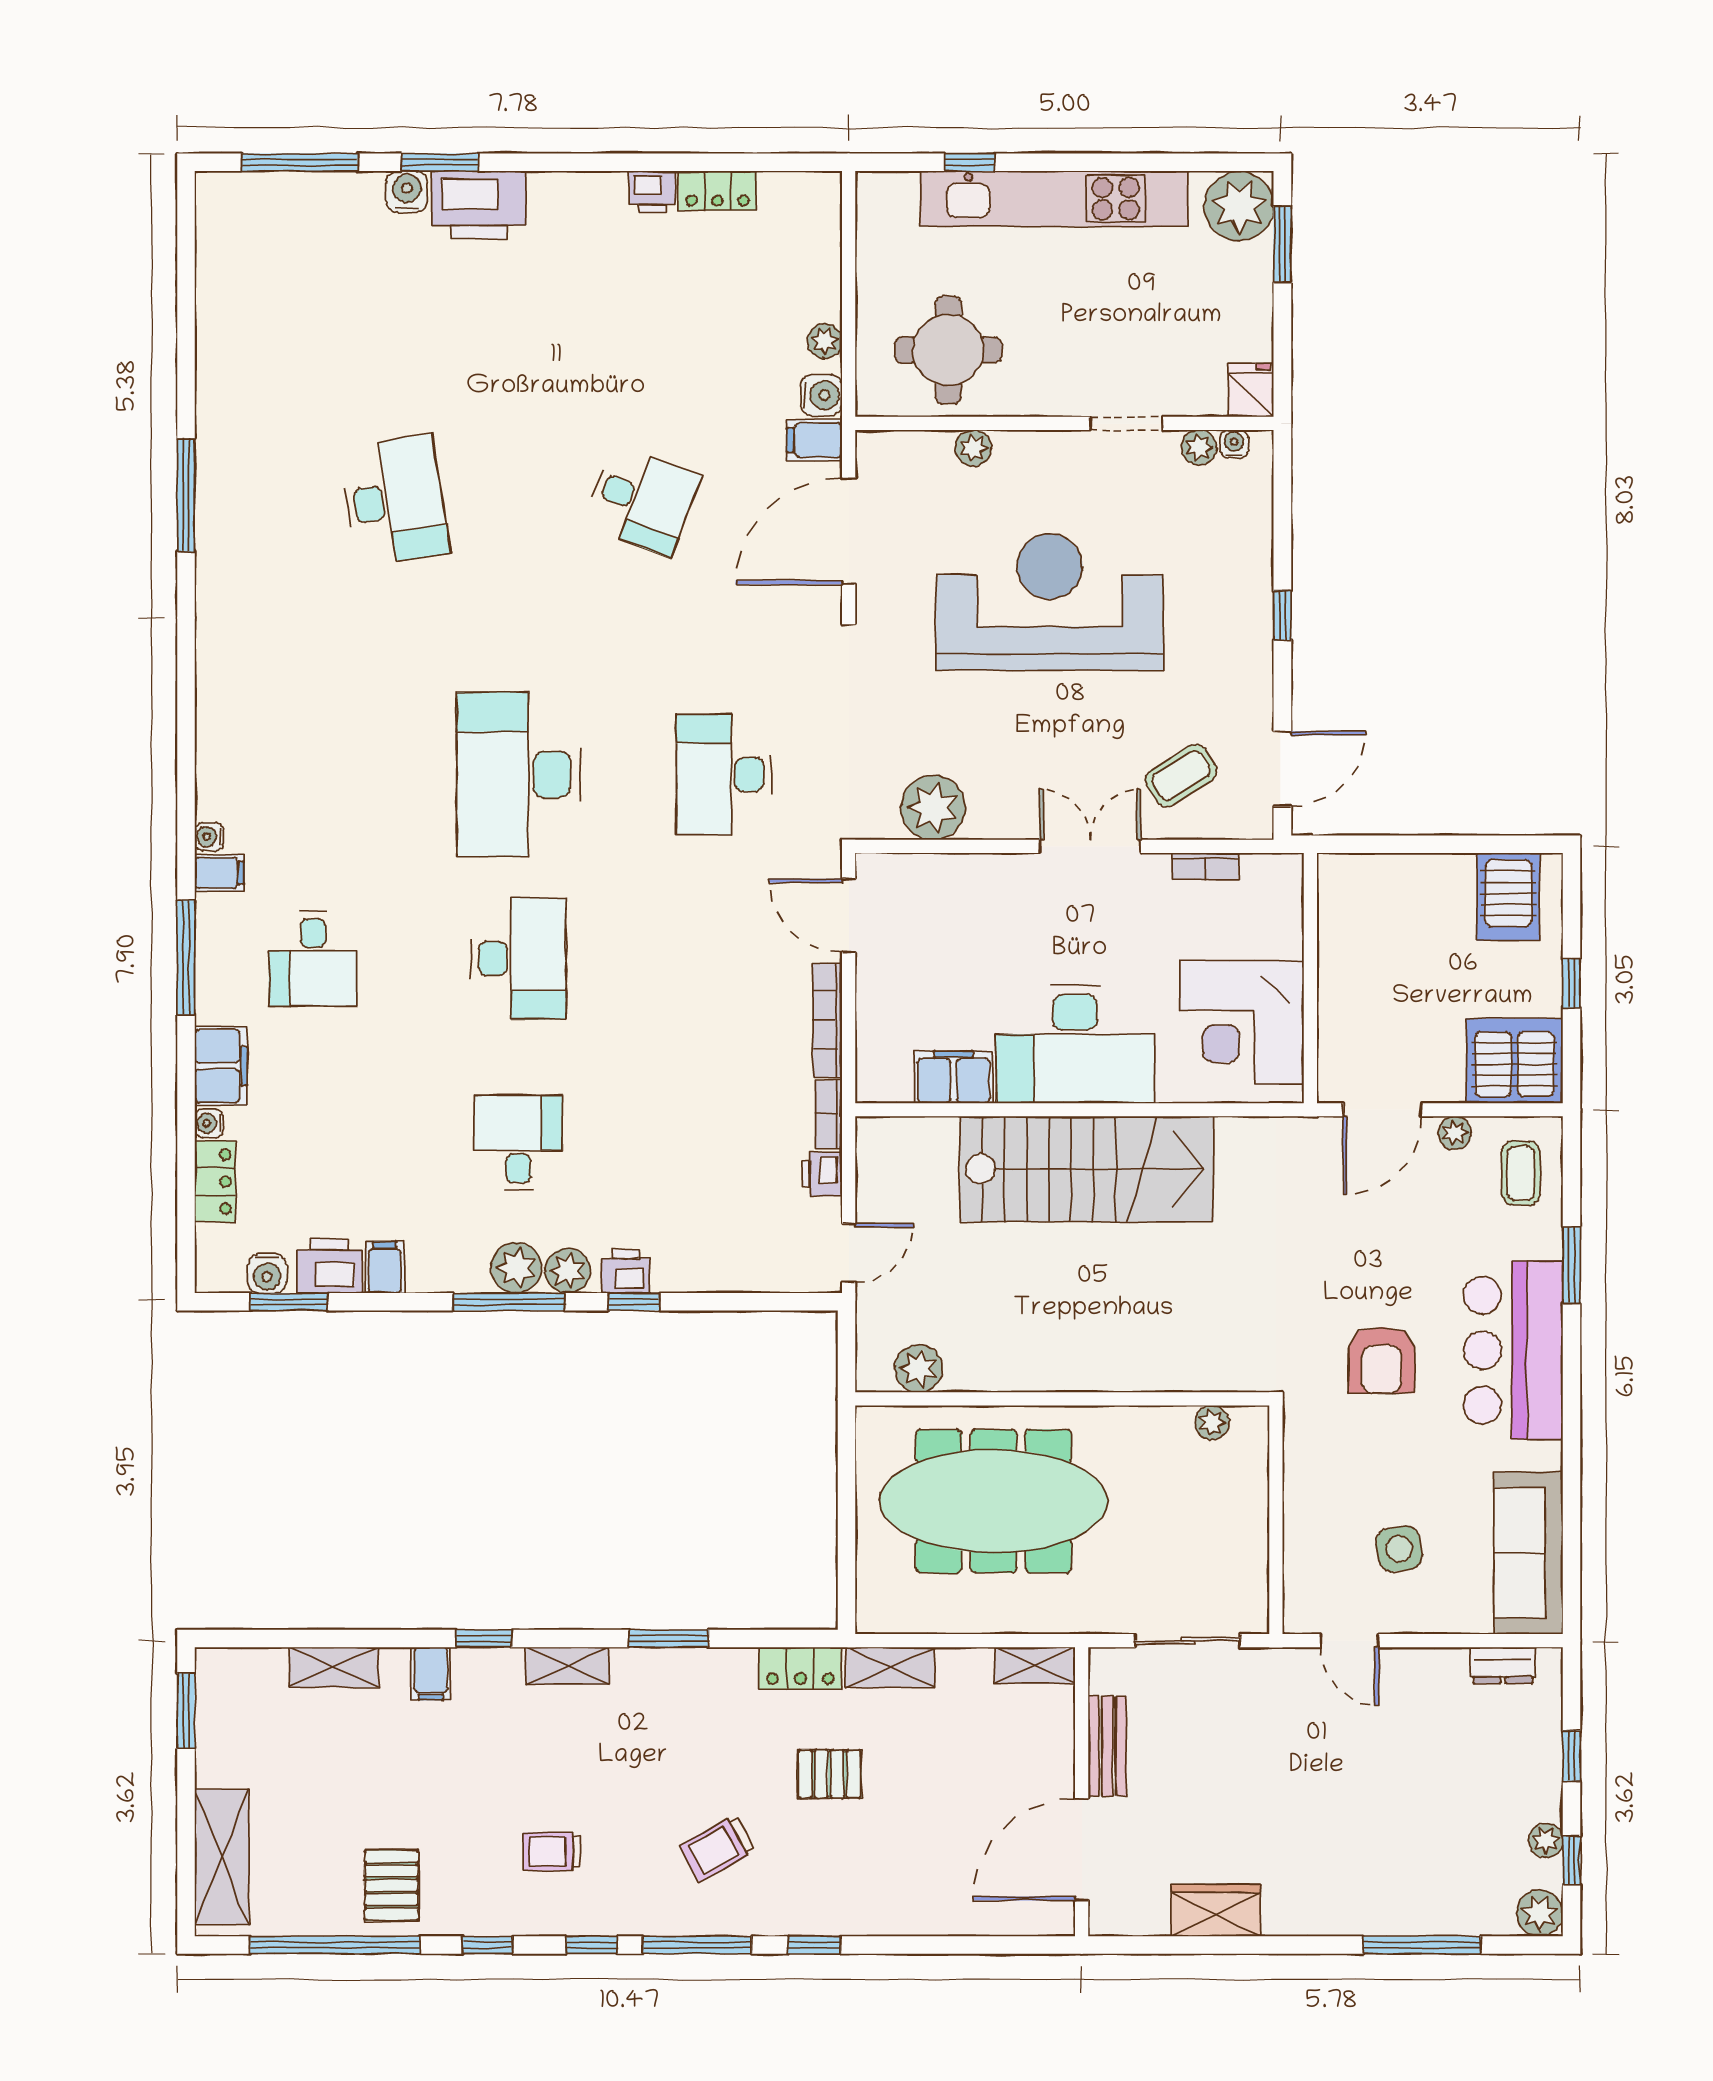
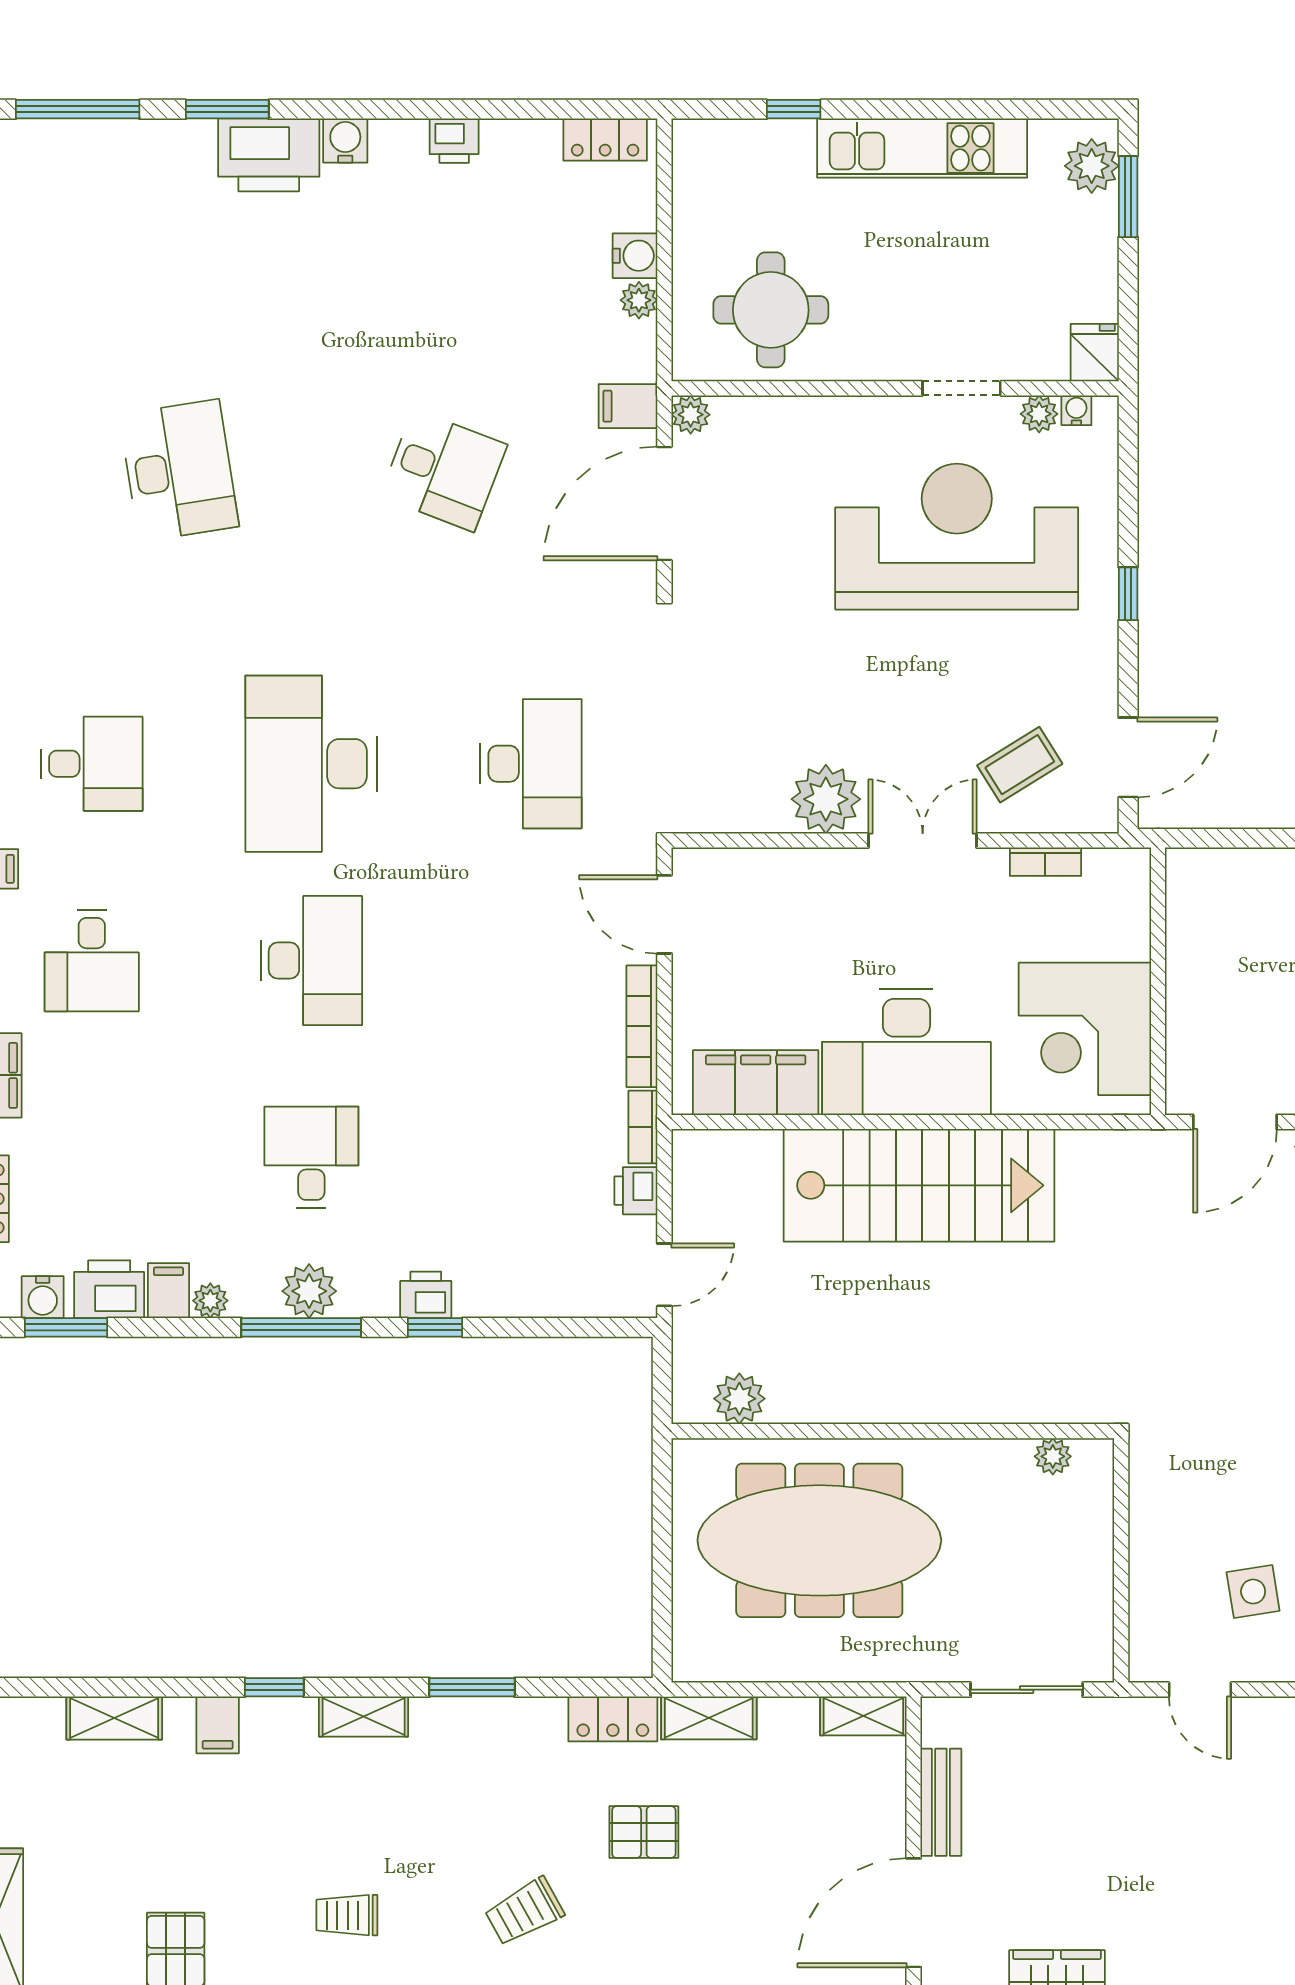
locker: (717, 191) -> (605, 140), moved
water cooler: (407, 192) -> (345, 141), moved
kitchen unit: (1054, 199) -> (922, 148), width x0.73
plant: (1239, 206) -> (1092, 166), width x0.73, depth x0.73
water cooler: (821, 395) -> (635, 256), moved
plant: (973, 448) -> (691, 415), moved
reception desk: (1050, 602) -> (957, 537), moved
desk: (313, 775) -> (92, 764), added
desk: (724, 775) -> (531, 764), turned 180
plant: (933, 808) -> (826, 799), moved
filing cabinet: (954, 1077) -> (756, 1083), width x1.50, depth x1.17
plant: (568, 1271) -> (210, 1301), moved, width x0.73, depth x0.73
armchair: (1382, 1360) -> (1234, 1390), removed

